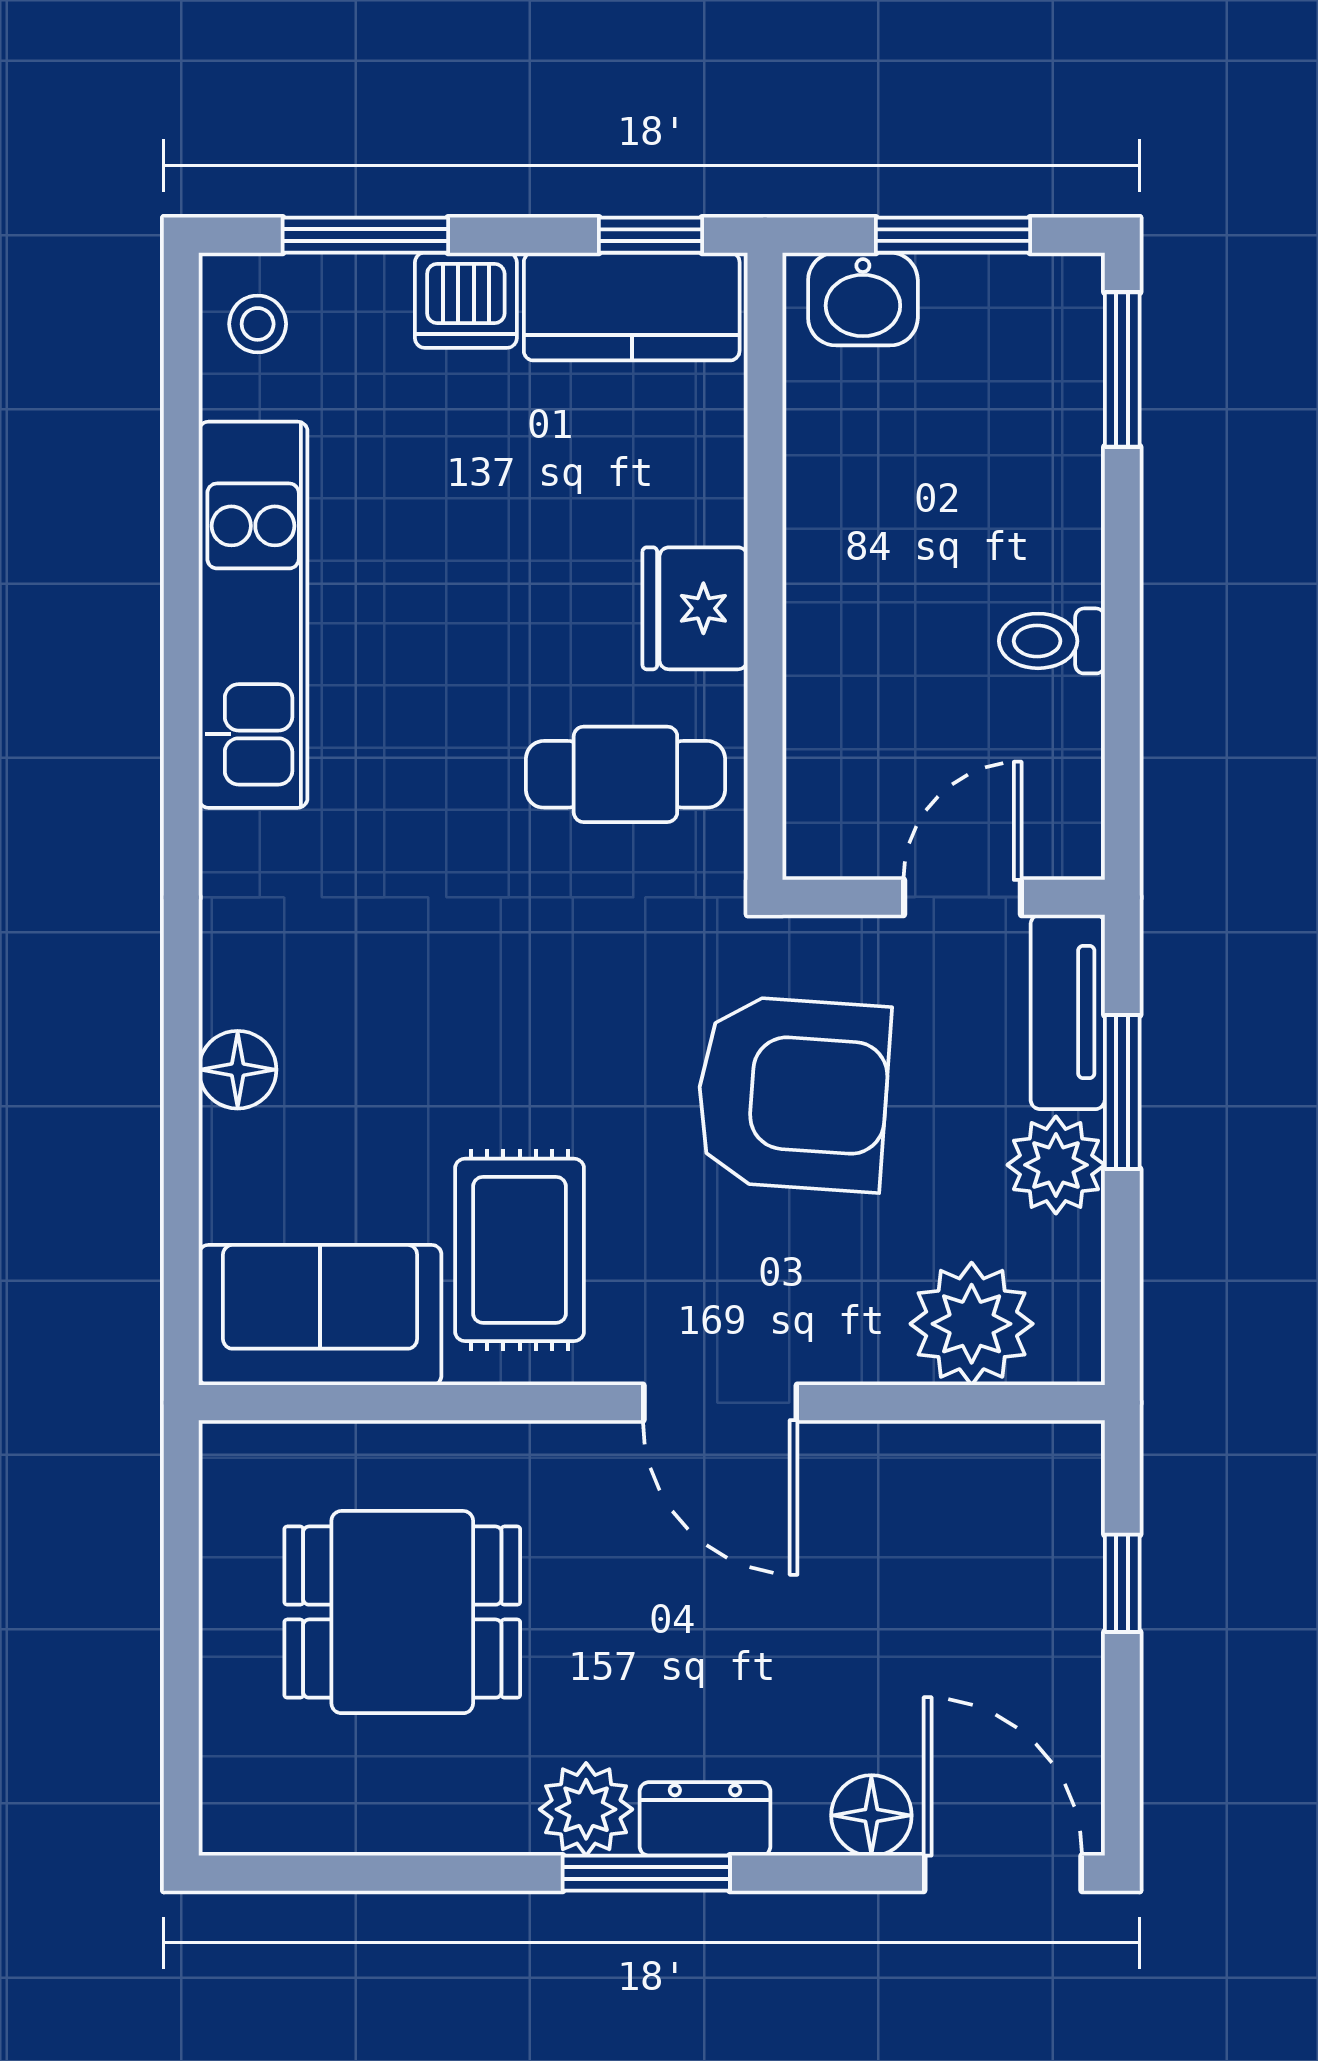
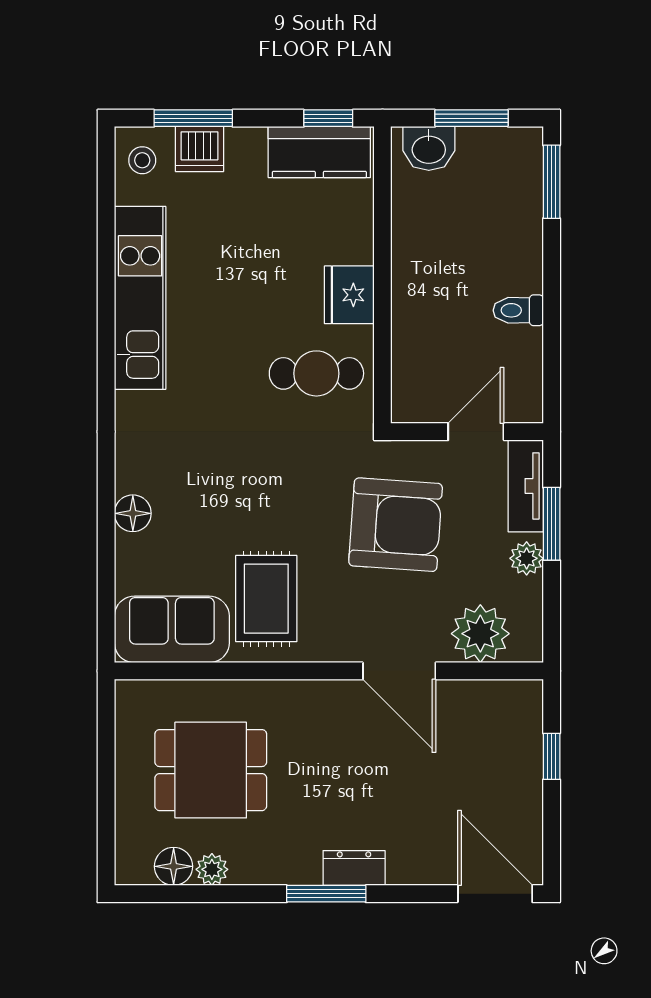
dishwasher: (466, 300) -> (200, 149), moved
plant: (1056, 1165) -> (527, 558), width x0.73, depth x0.73
door: (720, 1403) -> (399, 671), moved
plant: (586, 1809) -> (212, 869), moved, width x0.73, depth x0.73
floor lamp: (871, 1815) -> (174, 866), moved

